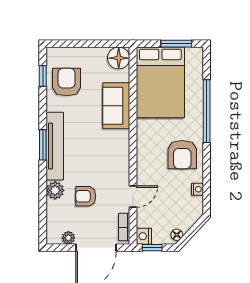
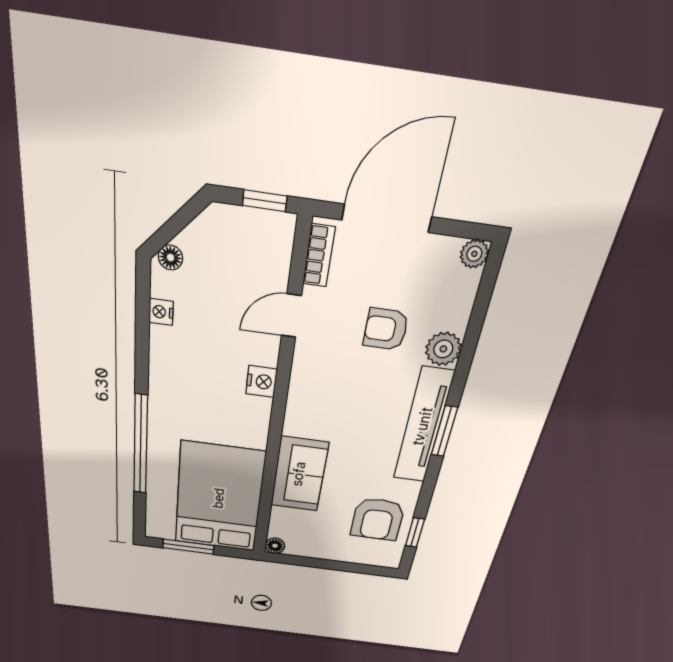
floor lamp: (119, 58) -> (275, 546), width x0.53, depth x0.53
armchair: (182, 155) -> (188, 380), removed
armchair: (86, 196) -> (386, 329), turned 180
floor lamp: (177, 235) -> (170, 257), moved
nightstand: (144, 236) -> (261, 382), moved
plant: (68, 238) -> (474, 254), moved

